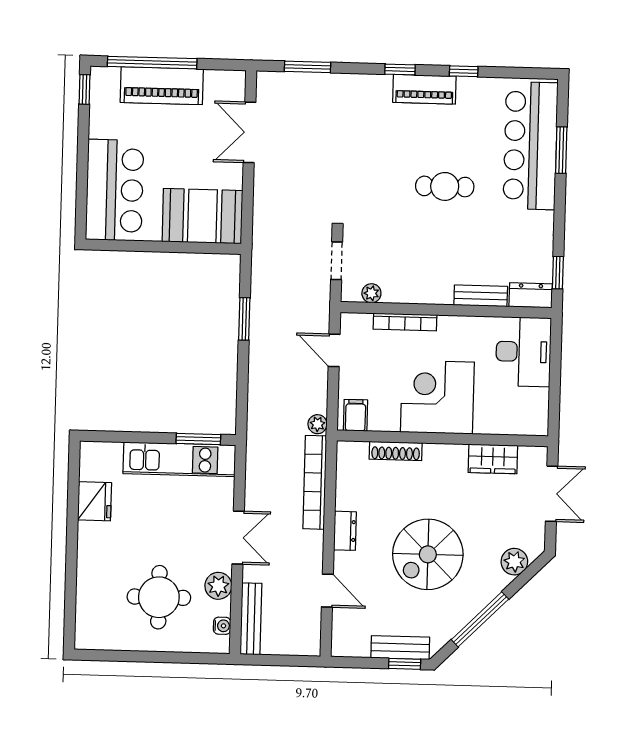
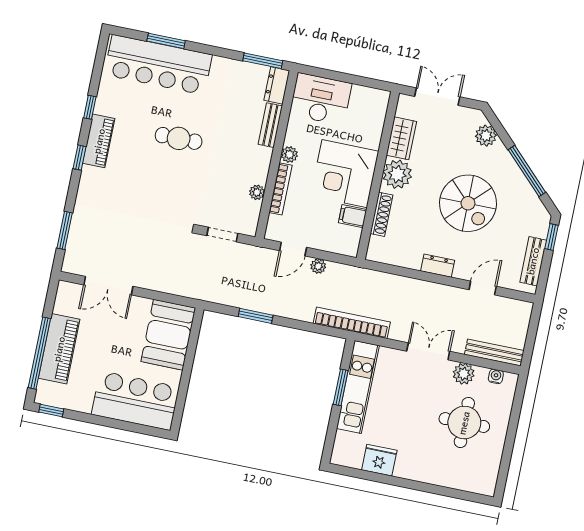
cafe table: (445, 186) -> (179, 138), turned 90
window: (558, 273) -> (263, 61), width x1.50
plant: (371, 293) -> (257, 192), moved
plant: (449, 325) -> (289, 155), added
filing cabinet: (356, 415) -> (353, 216), moved
plant: (317, 424) -> (318, 266), moved
window: (198, 439) -> (341, 387), moved
plant: (448, 462) -> (397, 174), added
bookcase: (315, 482) -> (352, 323), moved, turned 180
bench: (400, 648) -> (533, 261), moved

